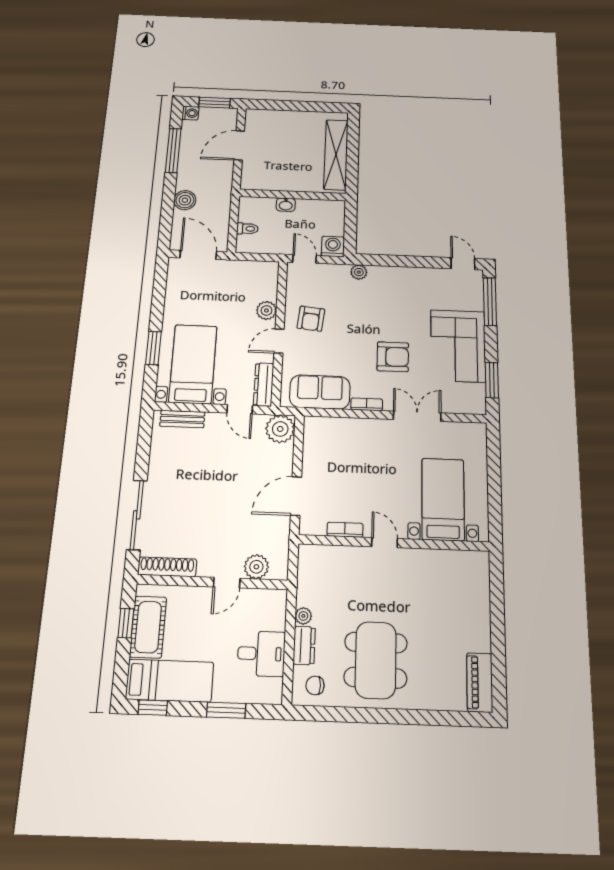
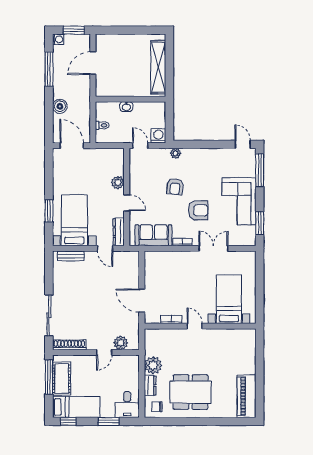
armchair: (311, 319) -> (175, 187), moved
door: (279, 341) -> (127, 203), swing flipped
plant: (280, 429) -> (130, 260), removed
door: (296, 496) -> (142, 301), hinge flipped
plant: (303, 616) -> (153, 365), width x1.88, depth x1.88
window: (126, 623) -> (49, 377), width x2.17
desk: (261, 654) -> (127, 405), moved, turned 90
dining table: (376, 660) -> (191, 392), turned 90
piano: (480, 682) -> (247, 396), width x1.37, depth x1.33

